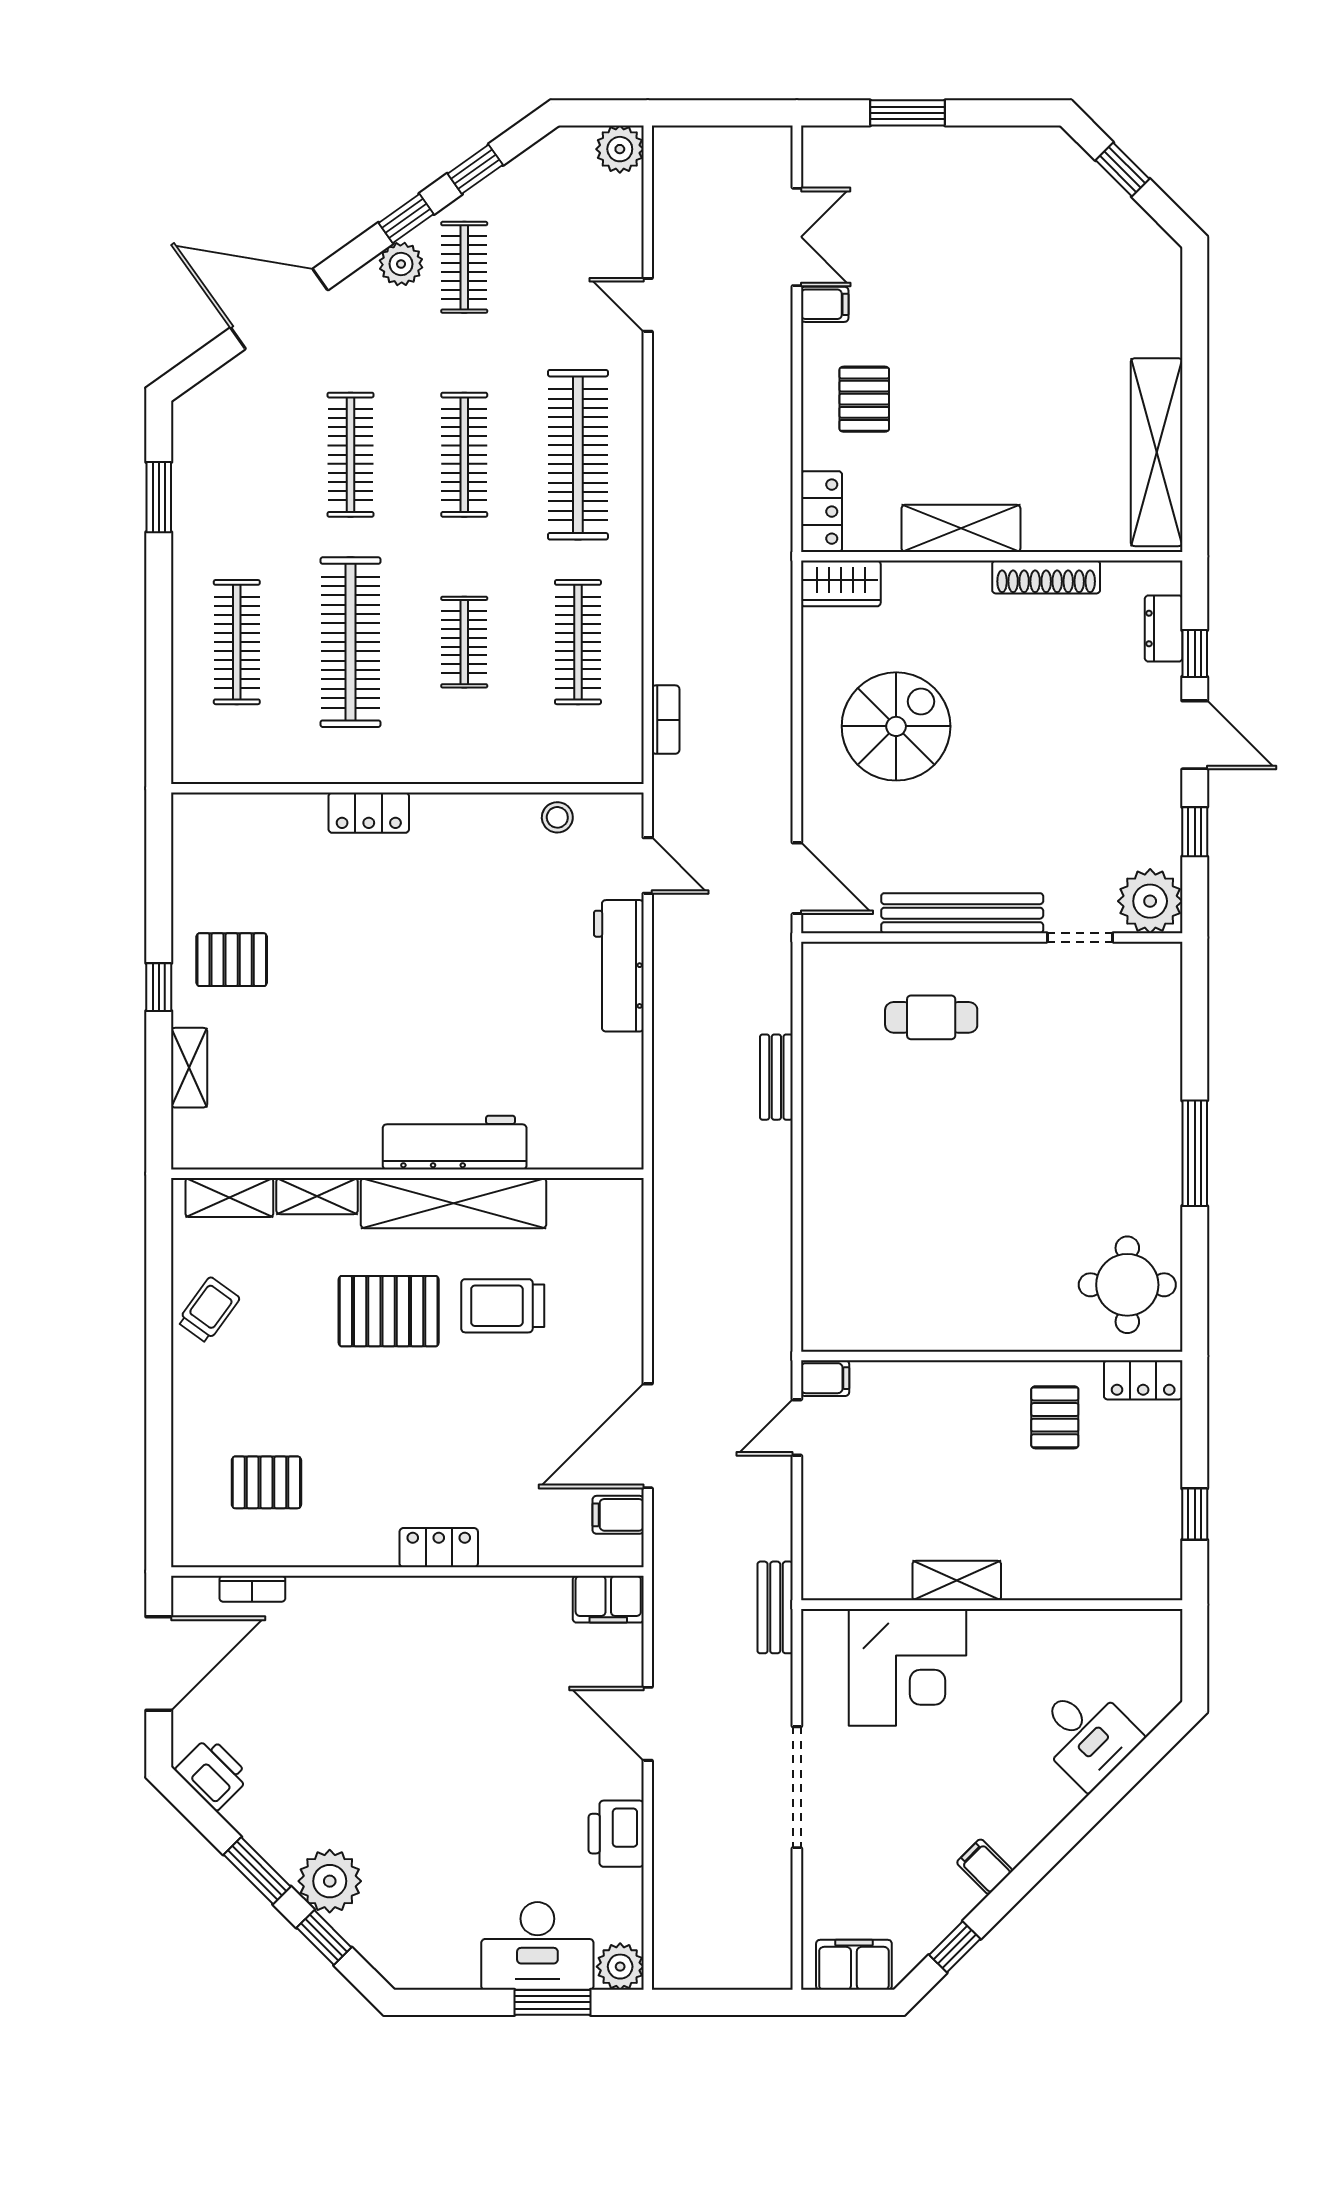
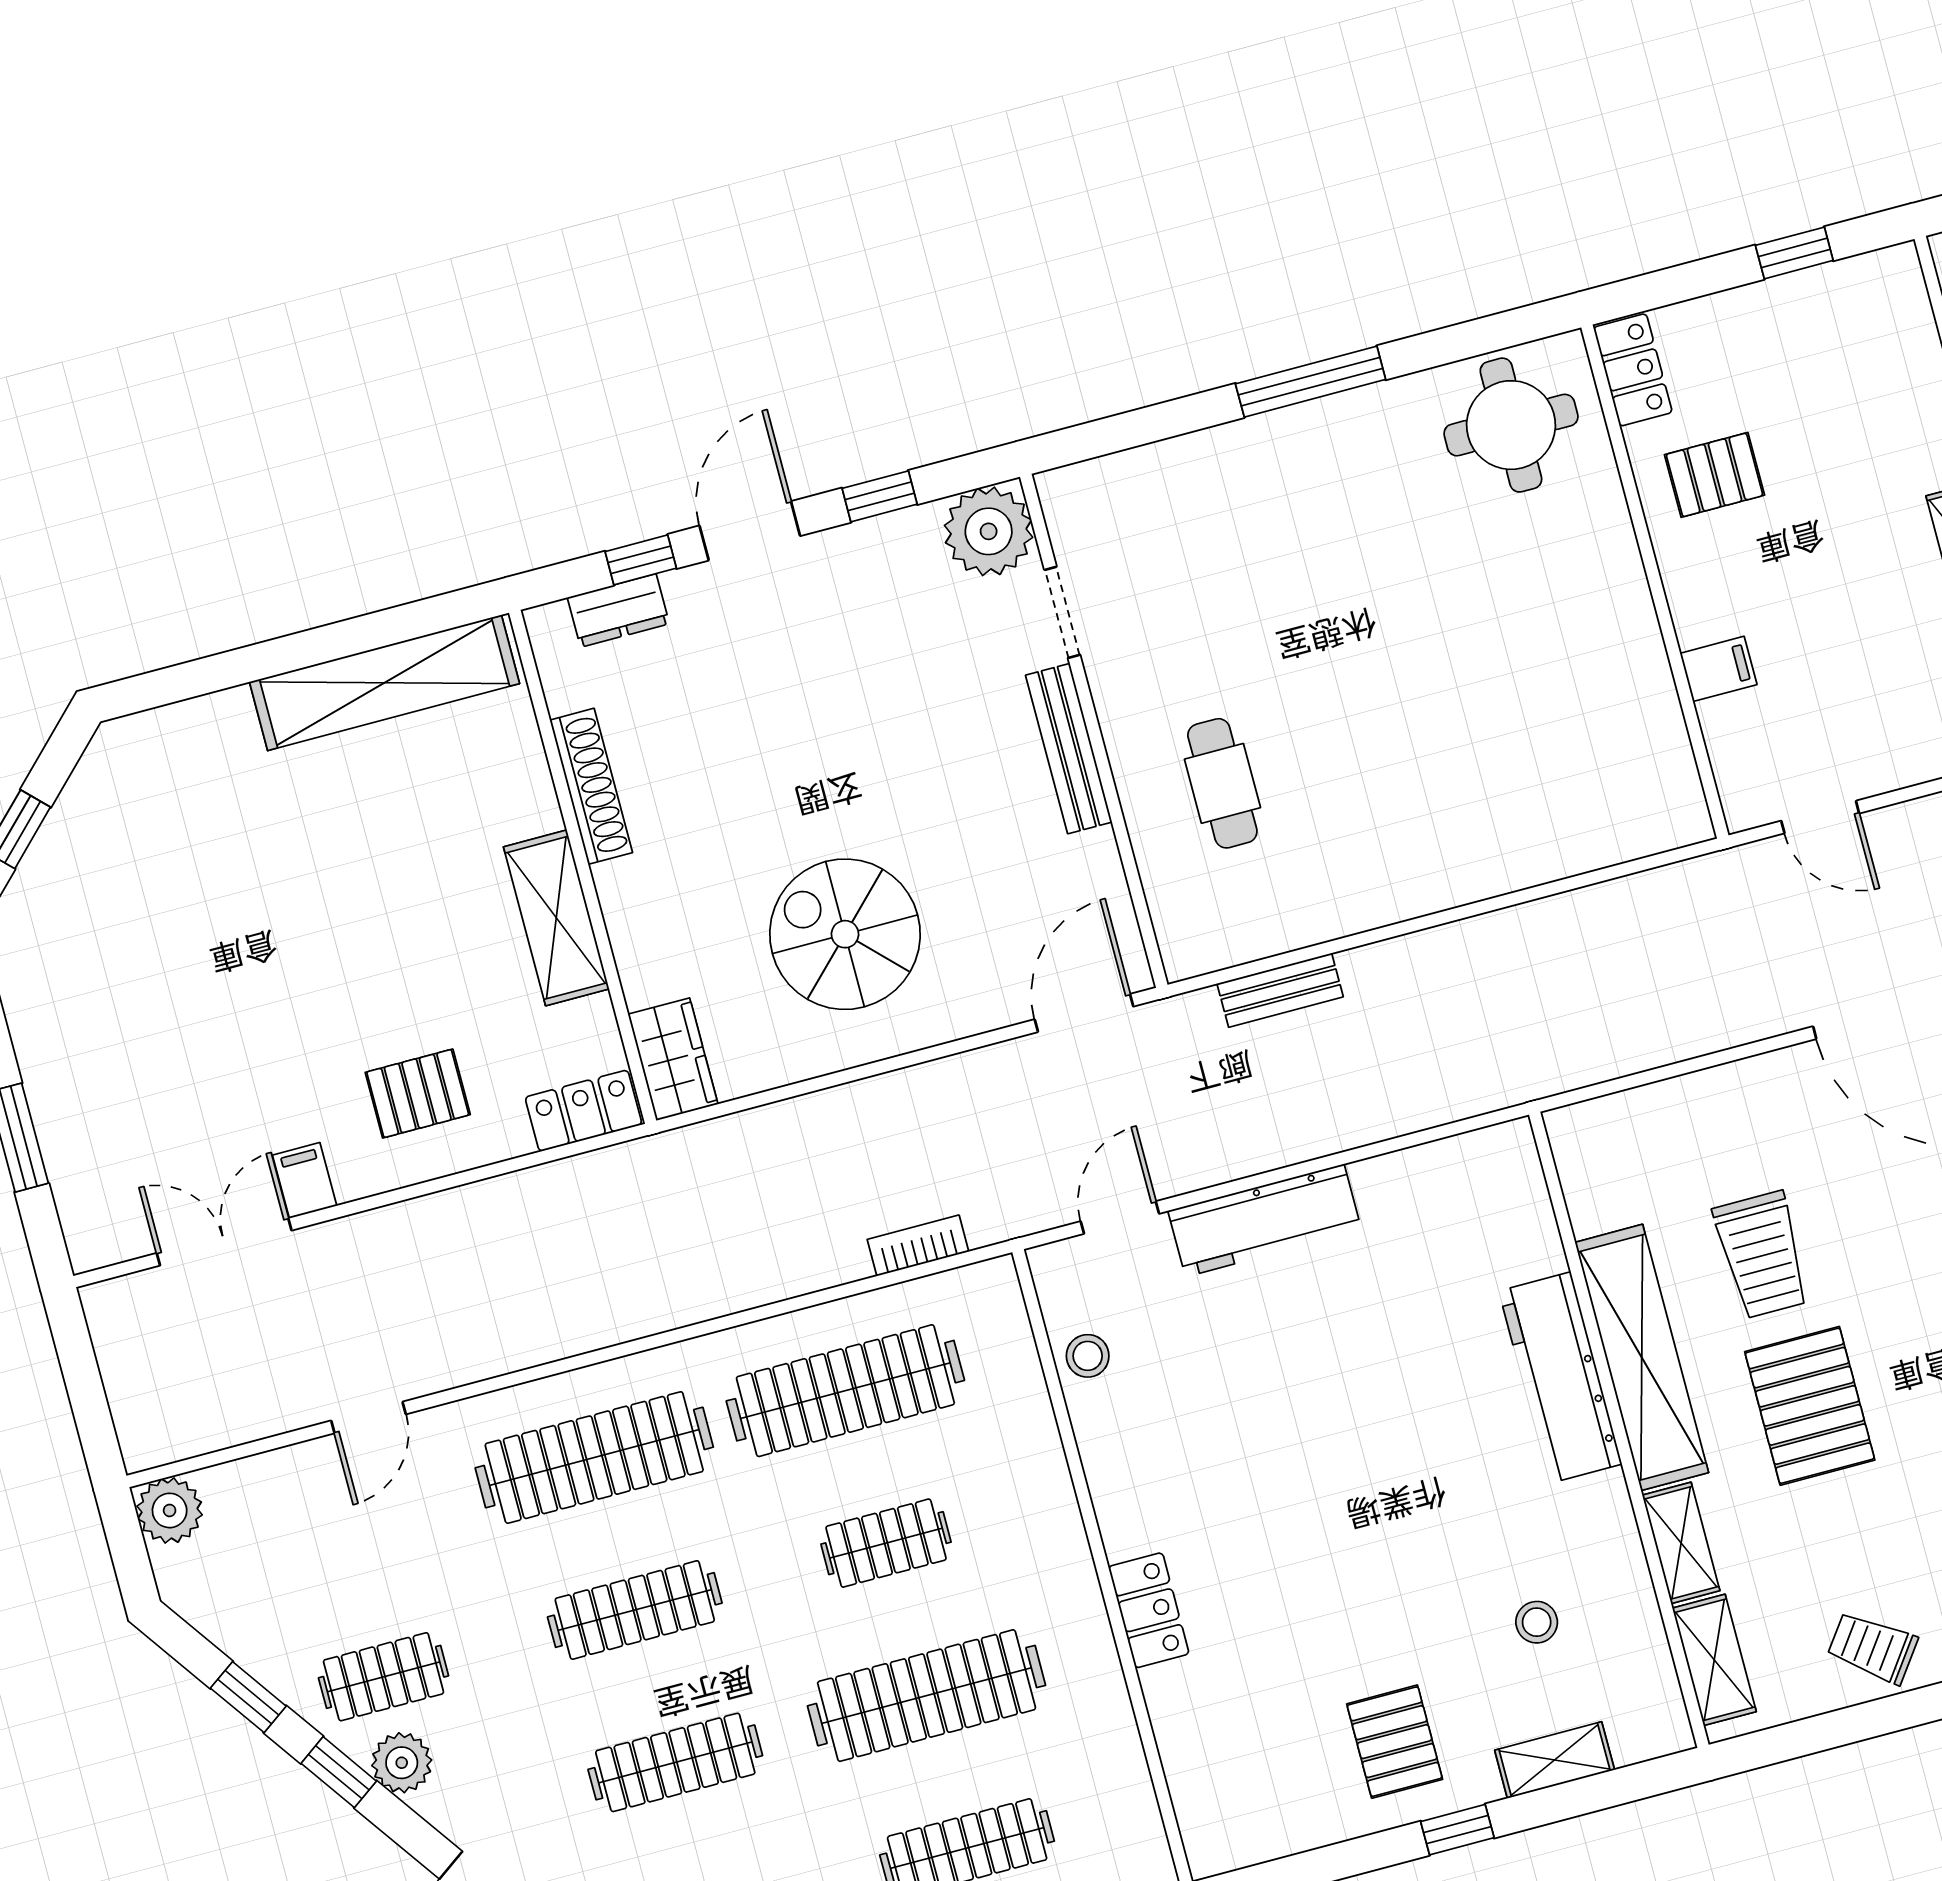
clothes rail: (578, 642) -> (845, 1391), width x1.37, depth x1.31
bench: (962, 913) -> (1069, 749), width x0.73, depth x0.82
bench: (776, 1077) -> (1280, 990), moved
stool: (289, 1081) -> (1537, 1622), added
filing cabinet: (825, 1378) -> (1718, 669), moved, turned 90

